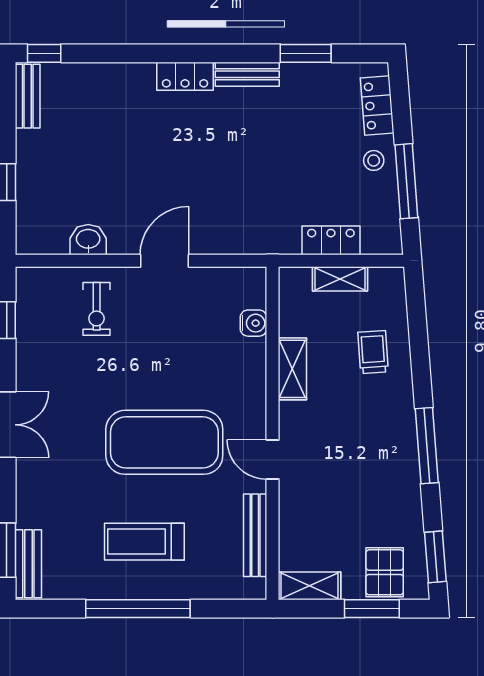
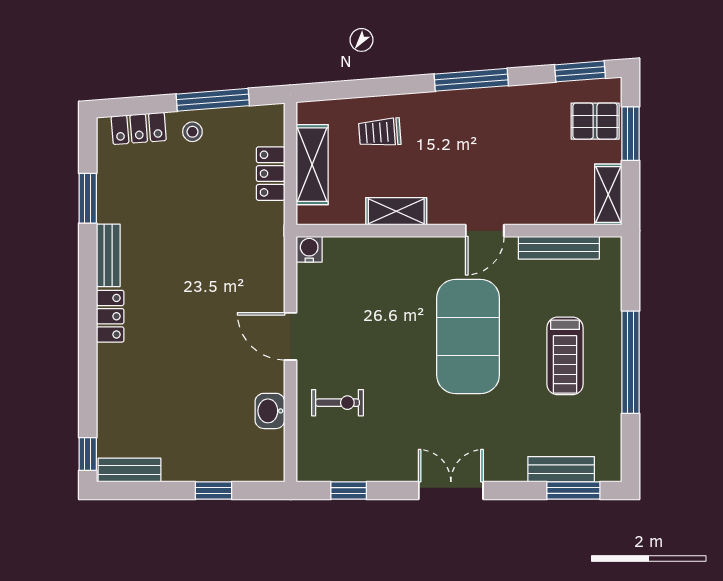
shelving: (340, 279) -> (312, 165), width x1.50, depth x1.33
water cooler: (254, 323) -> (309, 249), moved
bench: (28, 564) -> (561, 469), moved

